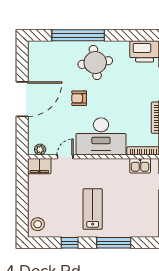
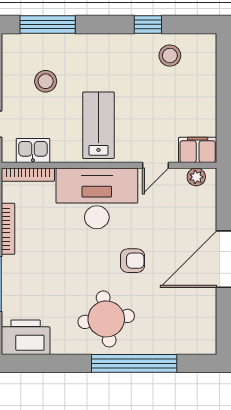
stool: (132, 208) -> (46, 81), added
lab bench: (93, 209) -> (98, 125), moved, turned 180
stool: (38, 224) -> (170, 56), moved
window: (114, 243) -> (48, 24), moved

